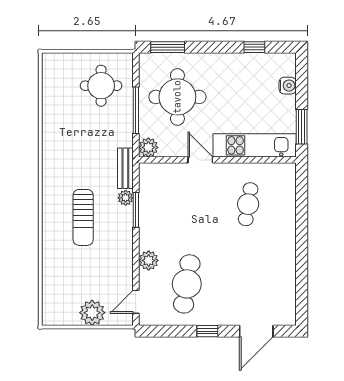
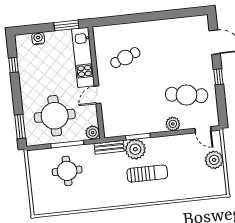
round table: (101, 86) -> (67, 171), moved
plant: (126, 198) -> (135, 149), width x1.87, depth x1.87
cafe table: (248, 204) -> (125, 58), turned -30

